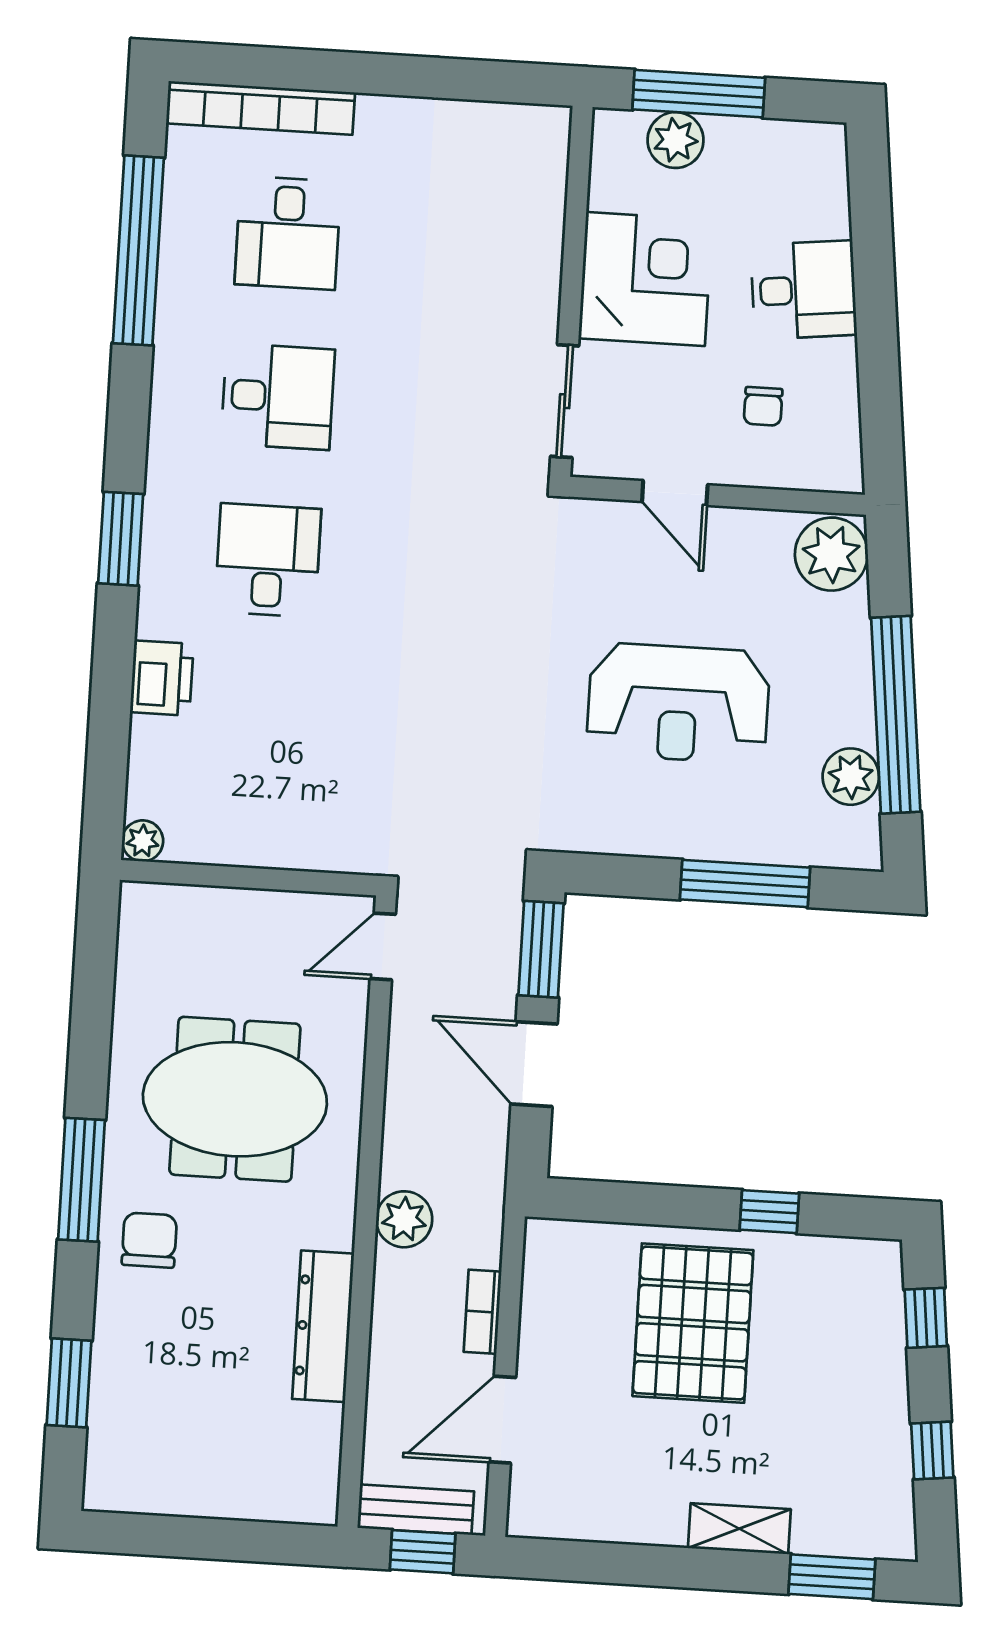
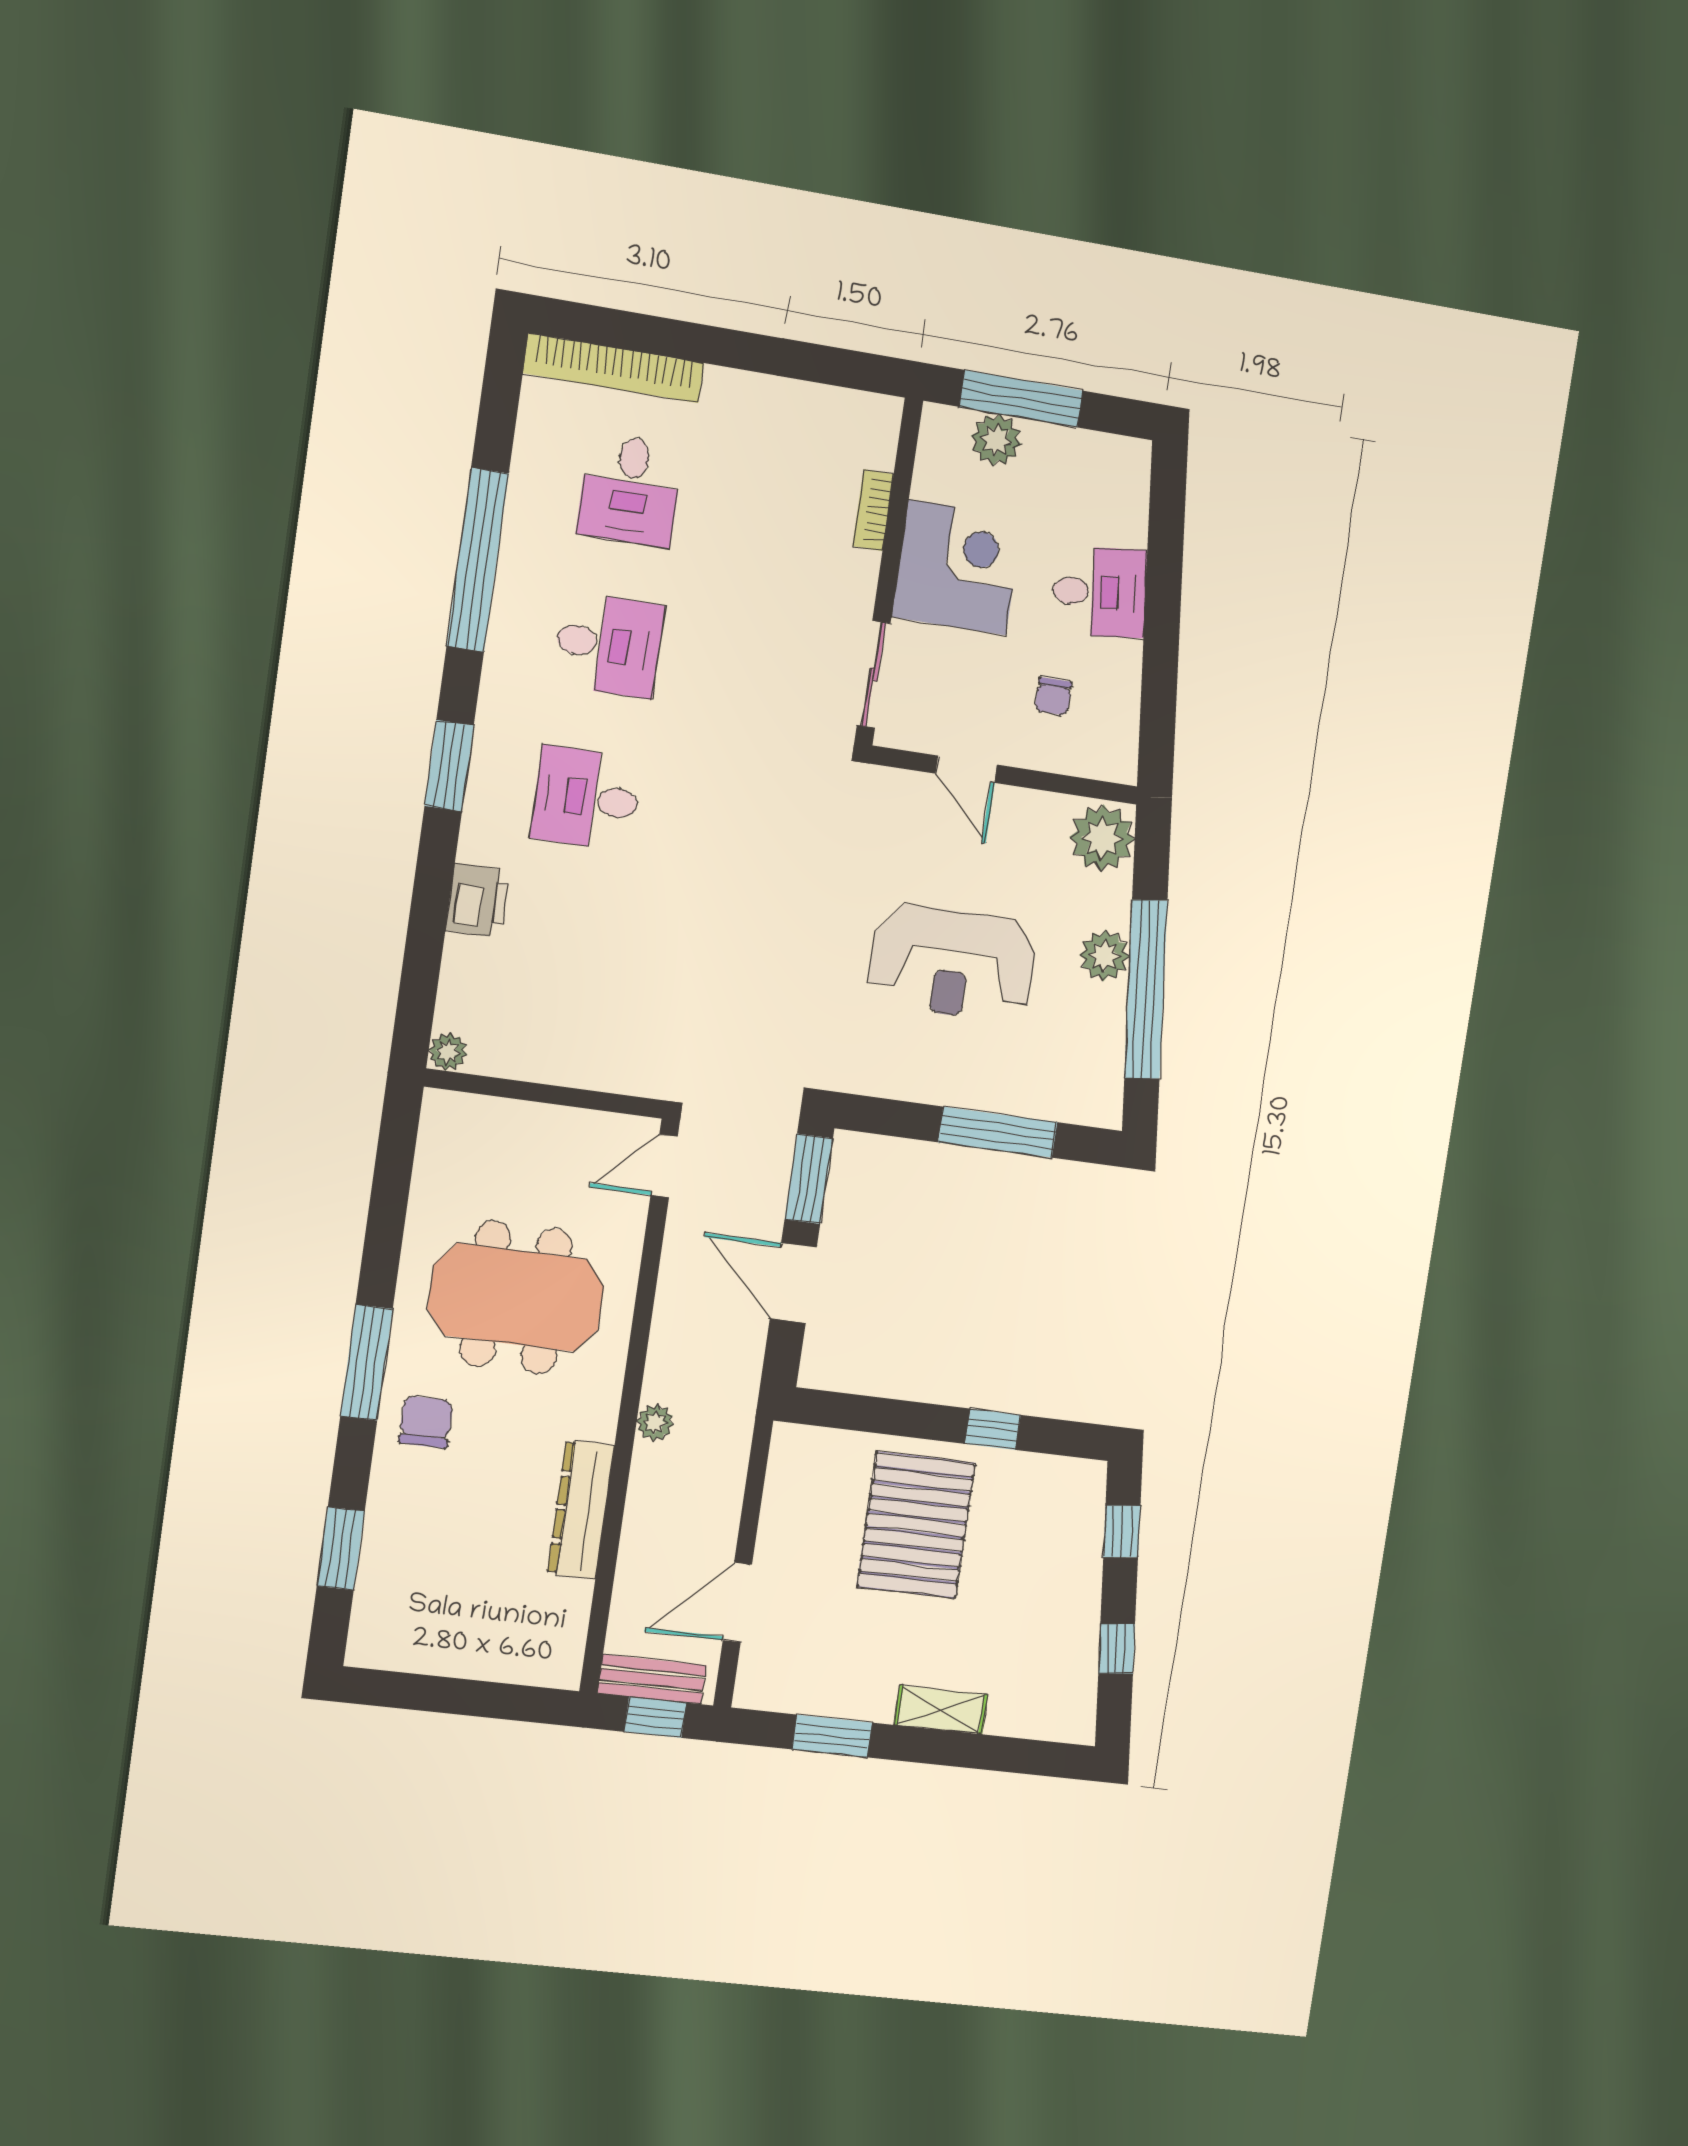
window: (138, 250) -> (478, 560), moved
desk: (268, 560) -> (586, 798), turned -90
plant: (851, 777) -> (1104, 956), moved
plant: (404, 1219) -> (655, 1423), width x0.73, depth x0.73
bookcase: (483, 1312) -> (873, 510), moved
window: (832, 1577) -> (832, 1736), moved

